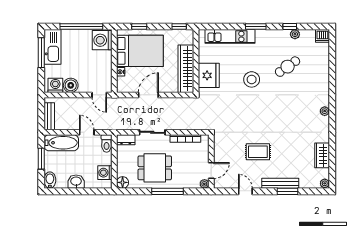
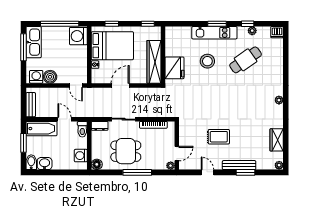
kitchen unit: (230, 36) -> (214, 33), moved
cafe table: (288, 67) -> (246, 60), width x1.37, depth x1.35
stool: (252, 79) -> (207, 61), moved
washbasin: (76, 182) -> (45, 164), moved

